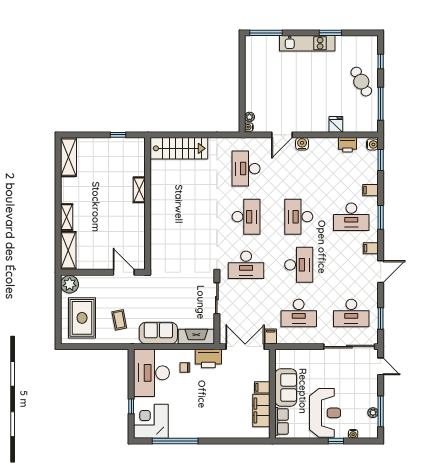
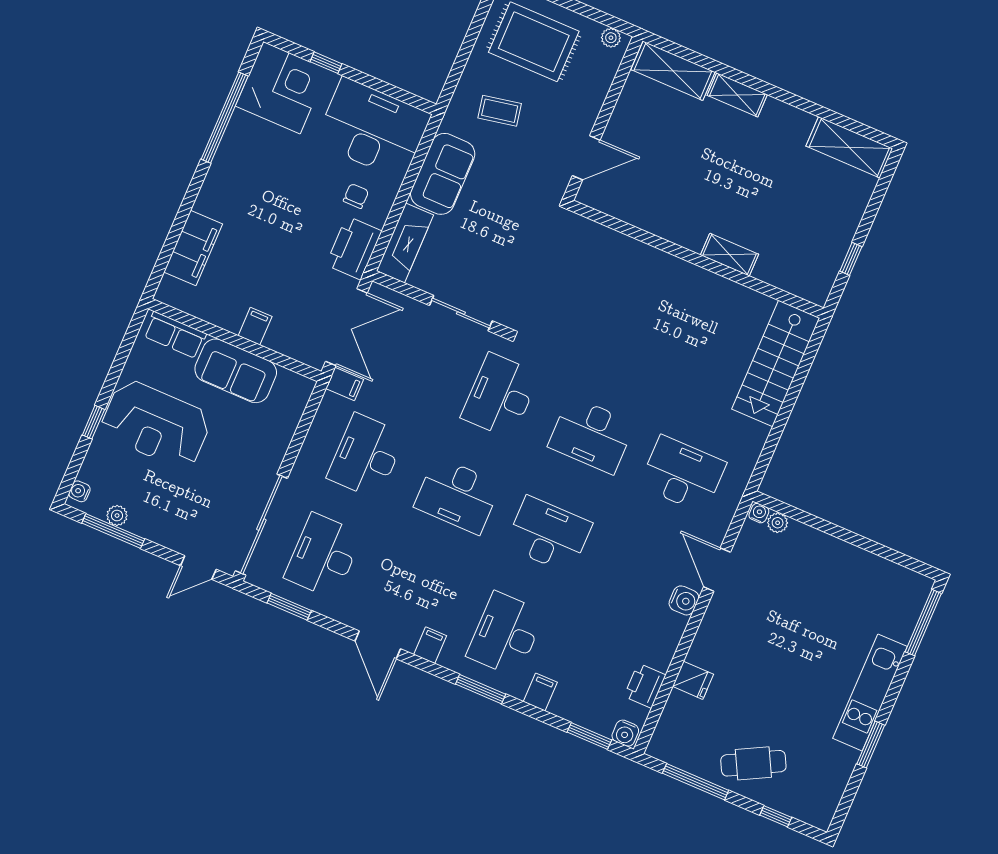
plant: (70, 284) -> (611, 38), width x0.53, depth x0.53
filing cabinet: (261, 411) -> (193, 248), moved, turned 90
water cooler: (353, 434) -> (79, 491), moved

